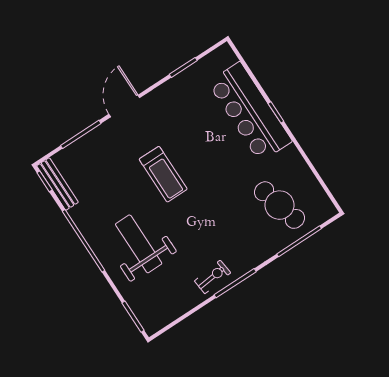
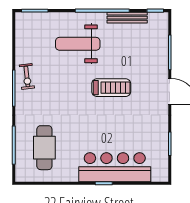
treadmill: (163, 174) -> (111, 88), turned 180
bench: (58, 184) -> (127, 18), moved
cafe table: (280, 205) -> (44, 148), turned -75
weight bench: (139, 244) -> (78, 44), turned 180

